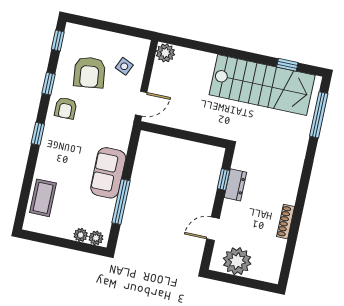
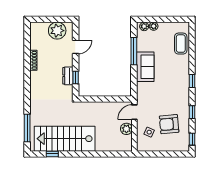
plant: (165, 53) -> (126, 129), moved
armchair: (89, 72) -> (169, 124), turned -88
armchair: (66, 108) -> (179, 100), removed

